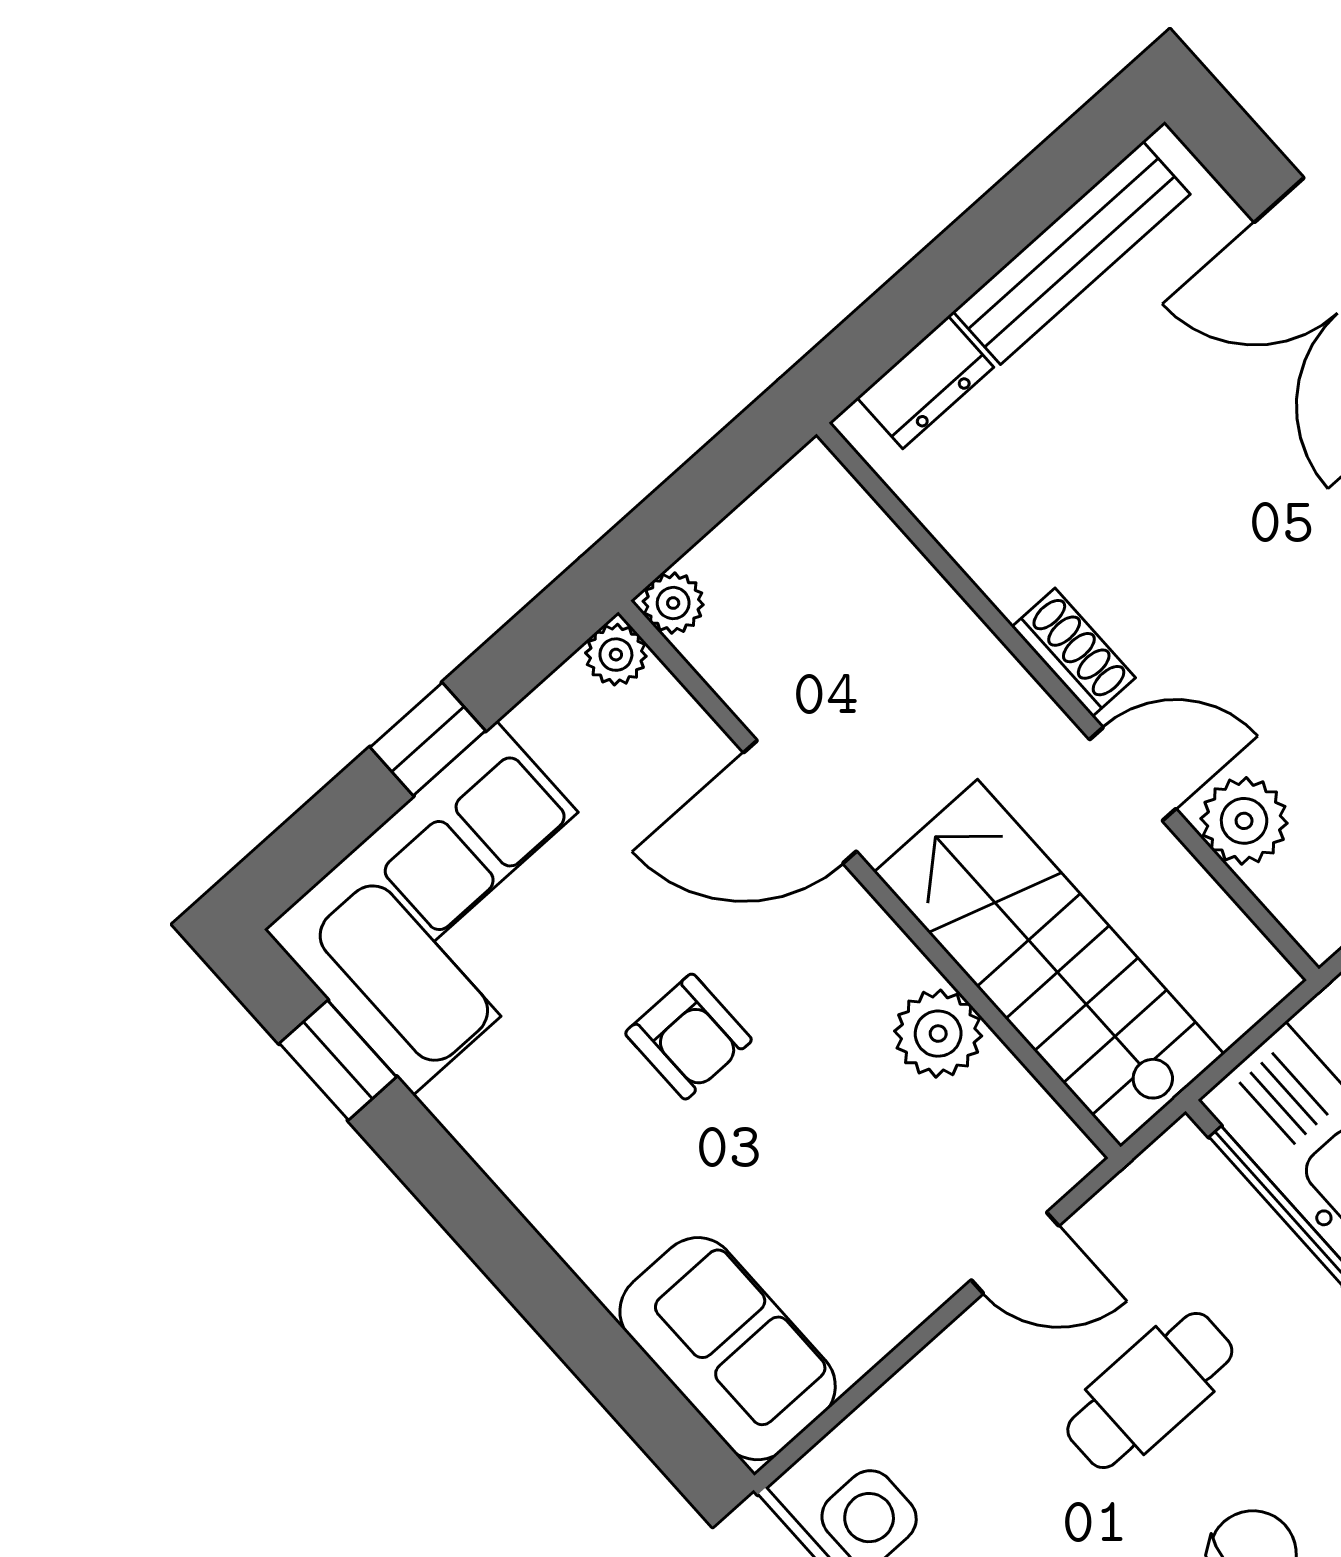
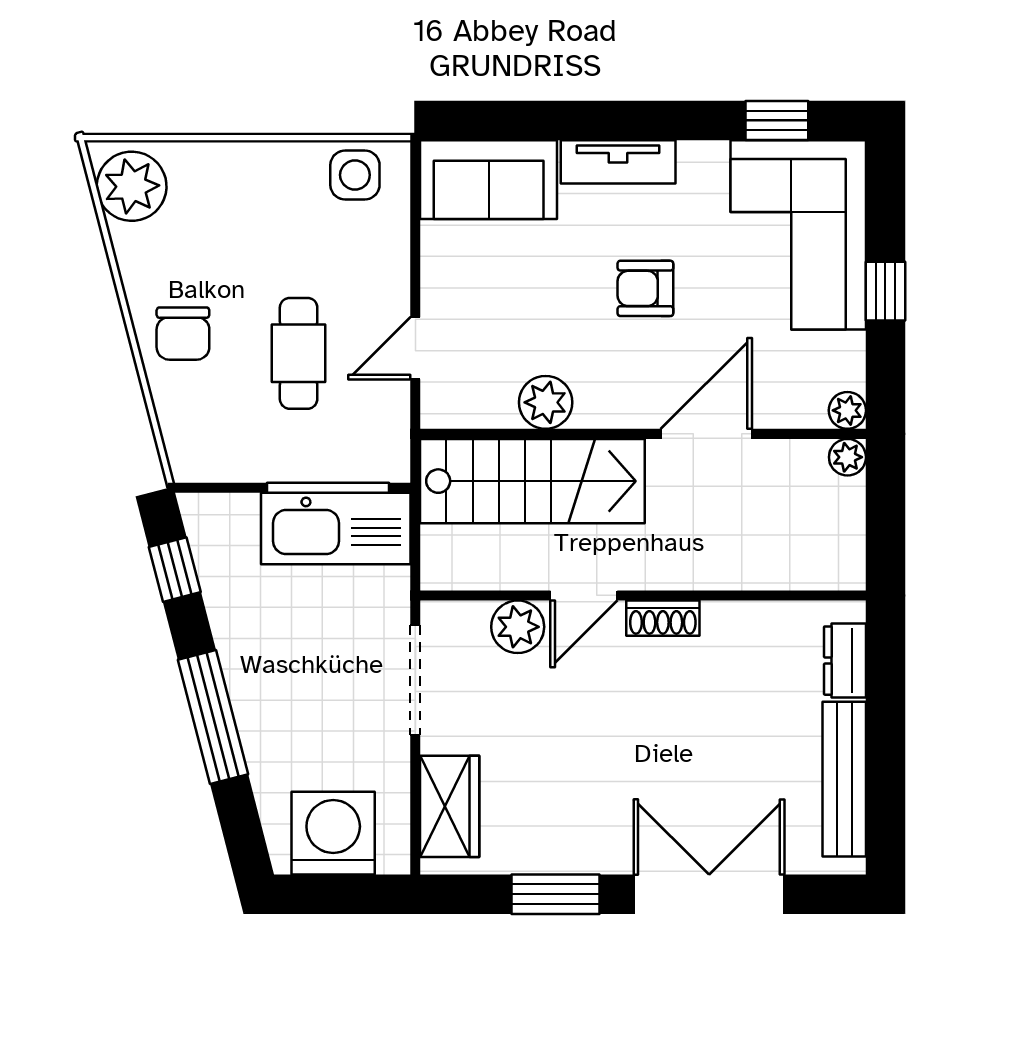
tv unit: (563, 1209) -> (618, 162), added

